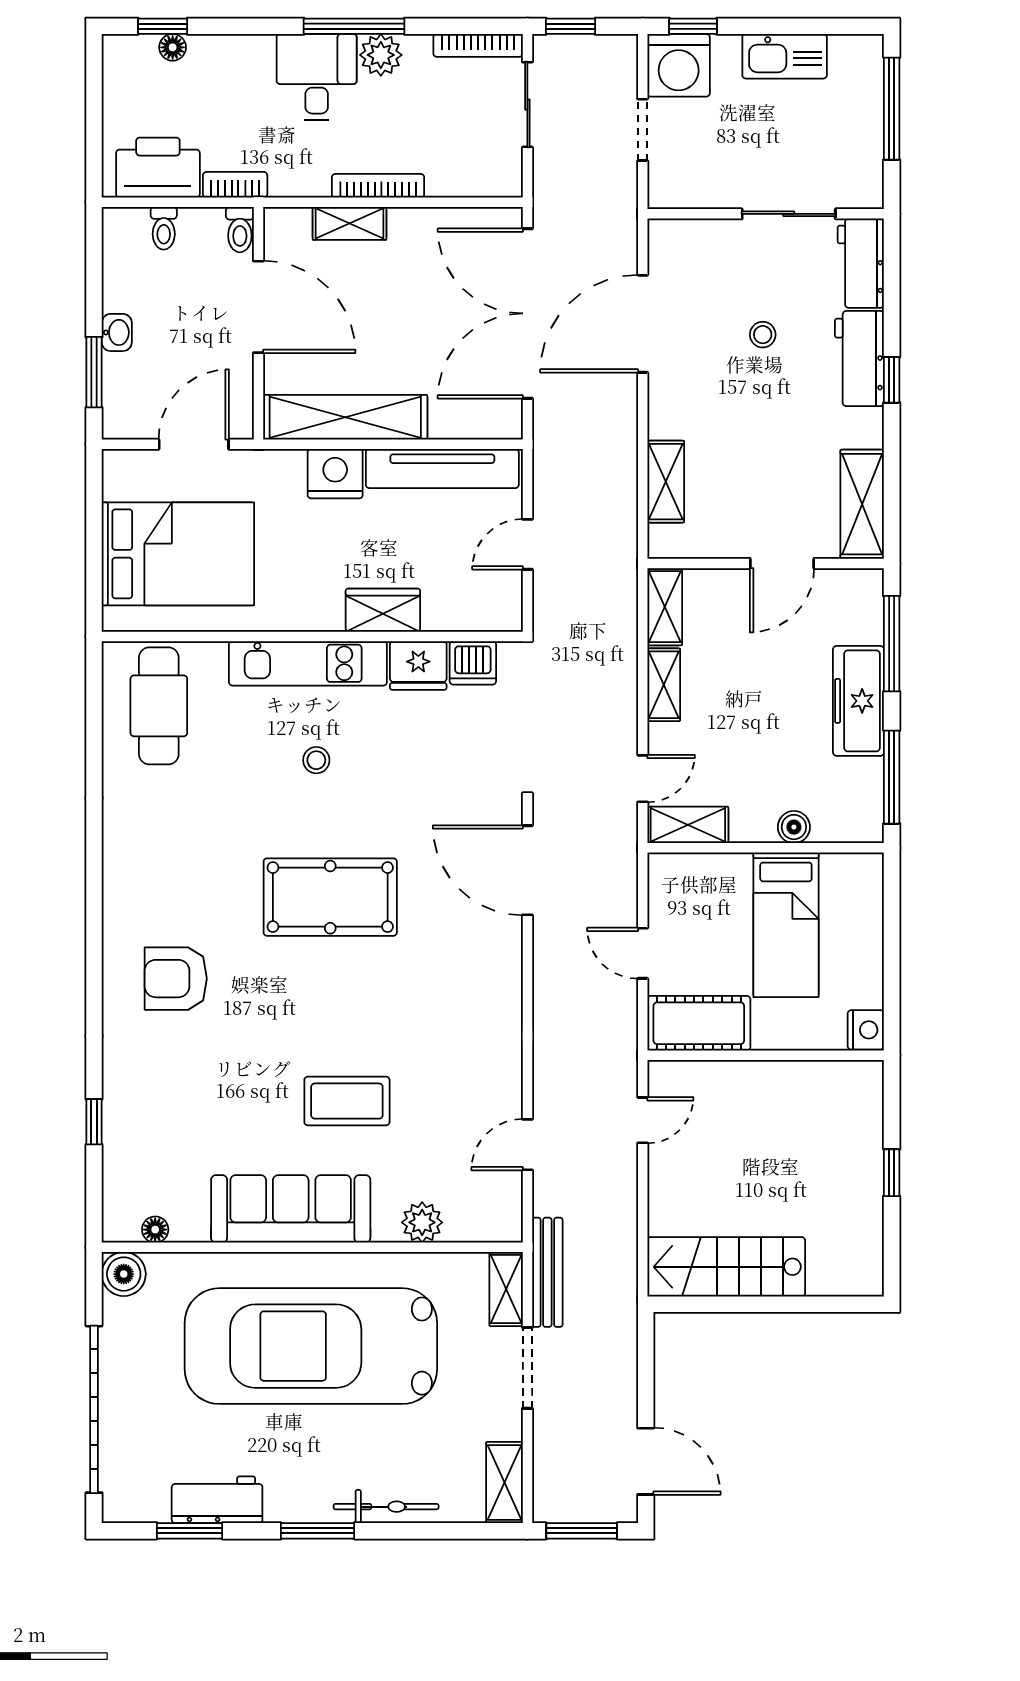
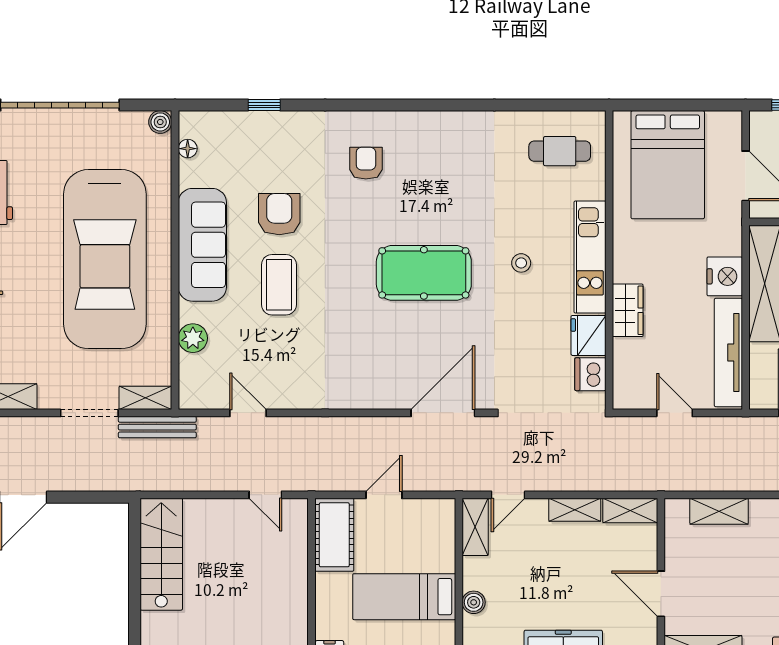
cafe table: (159, 706) -> (560, 151), width x0.73, depth x0.74
door: (643, 779) -> (508, 495), hinge flipped
pool table: (330, 897) -> (424, 273), turned 90
armchair: (176, 979) -> (366, 163), width x0.72, depth x0.72
armchair: (248, 1101) -> (279, 214), added
boiler: (124, 1274) -> (160, 122), width x0.73, depth x0.73
car: (311, 1346) -> (105, 259), turned 180

